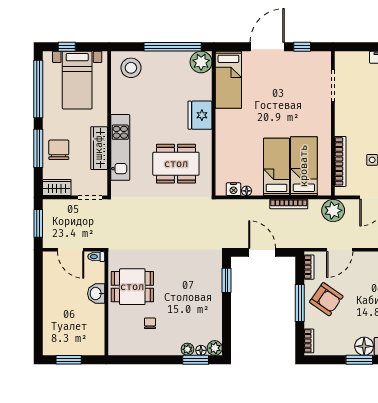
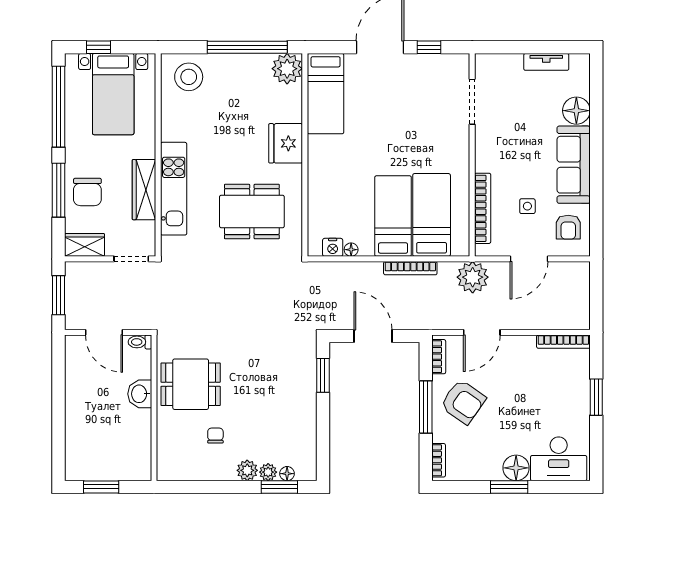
chair: (59, 150) -> (87, 192), turned 180
plant: (215, 348) -> (247, 470), moved

